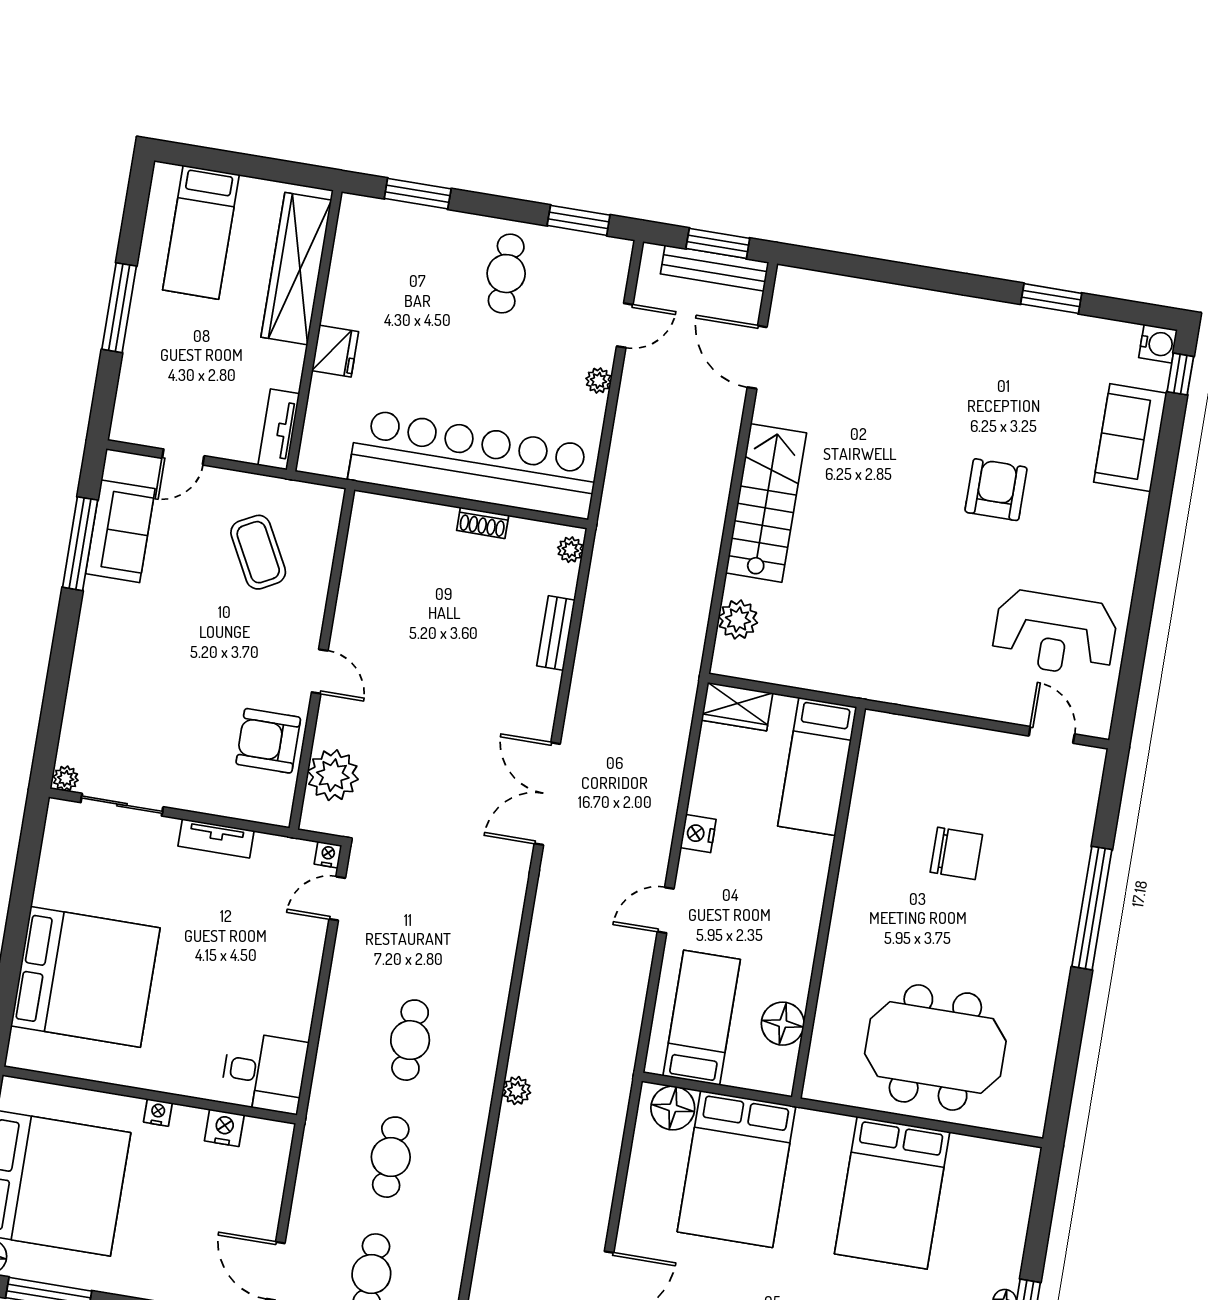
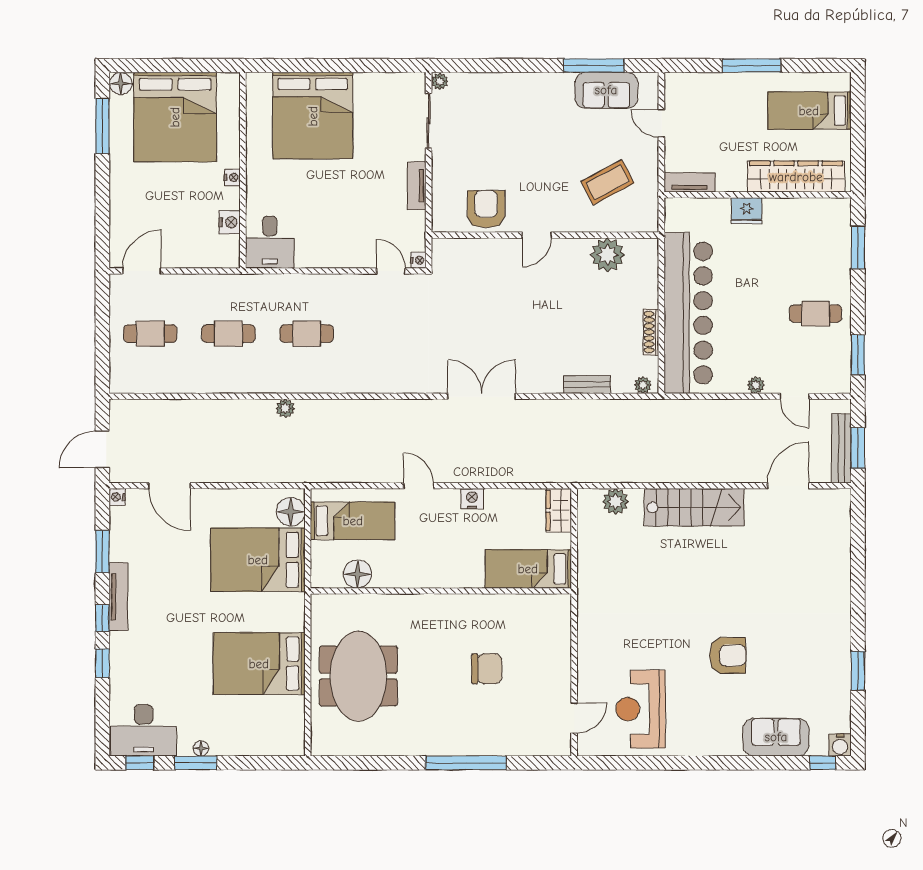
shoe rack: (483, 523) -> (651, 332), width x1.43
plant: (333, 775) -> (608, 255), moved
chair: (956, 853) -> (487, 669), turned -90

